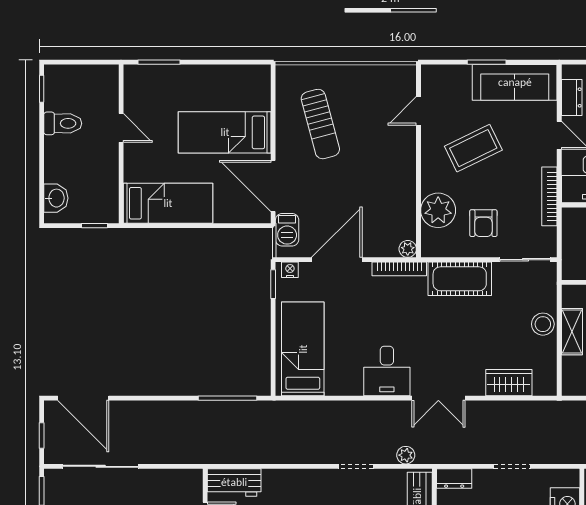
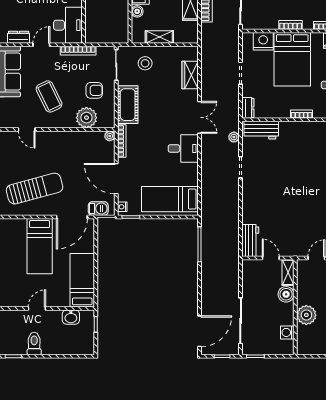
sun lounger: (320, 124) -> (35, 189), width x1.36, depth x1.34
washbasin: (56, 198) -> (71, 317), moved, turned 180
stool: (543, 324) -> (145, 63), moved

